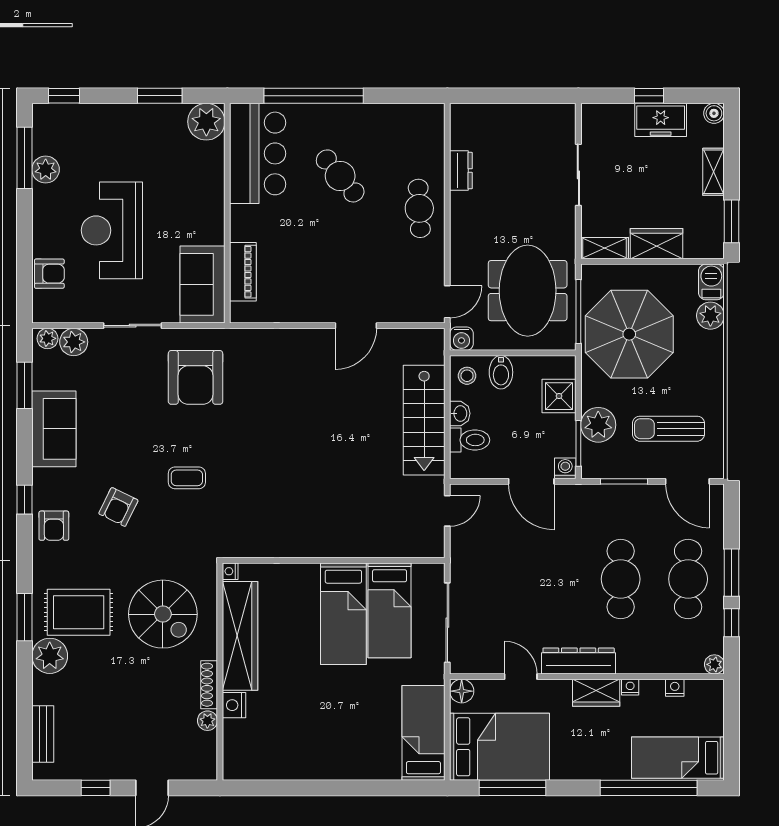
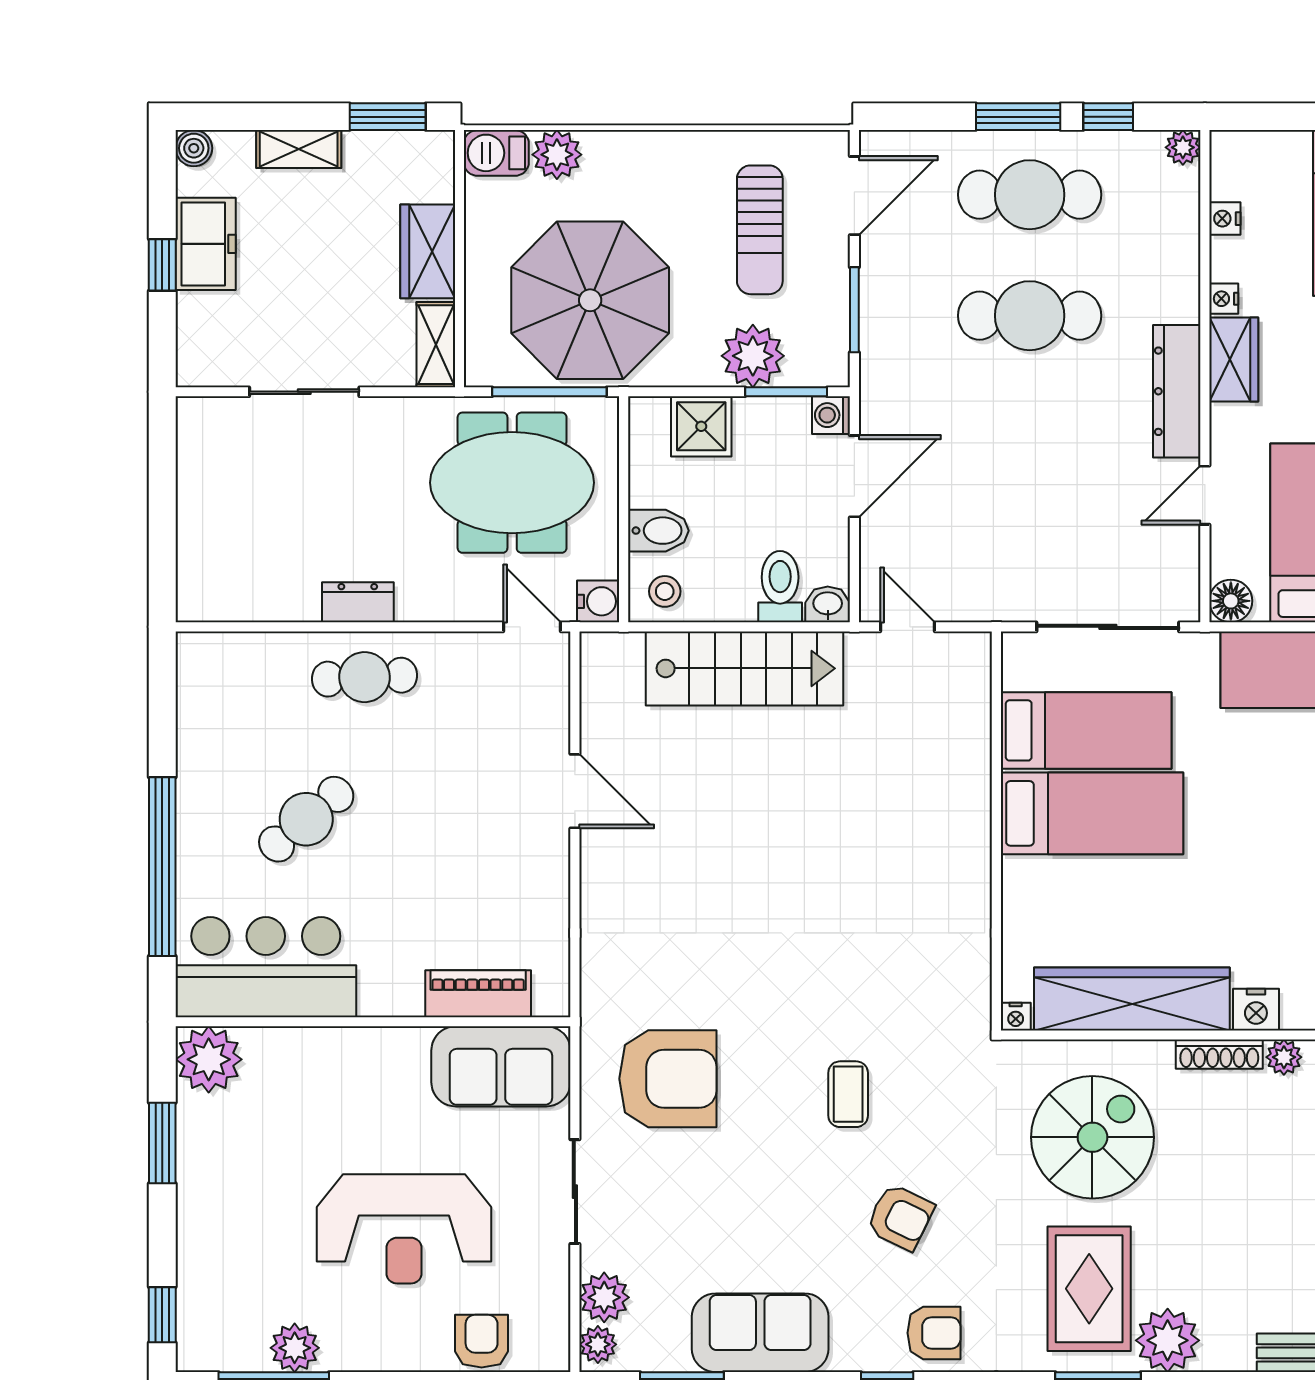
dresser: (461, 171) -> (358, 602), moved
washbasin: (460, 413) -> (828, 604), moved

